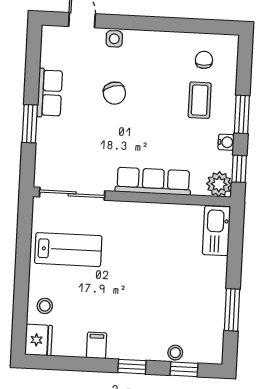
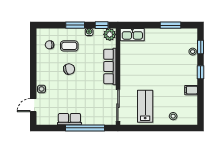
chair: (114, 93) -> (69, 69), moved
window: (30, 124) -> (85, 128), width x2.11
fridge: (39, 340) -> (190, 118), removed

